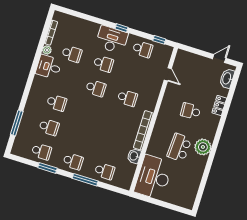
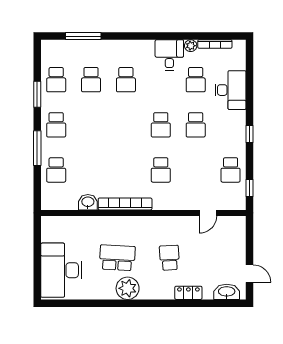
desk: (112, 40) -> (231, 90), moved
desk: (153, 177) -> (61, 270), moved, turned -90

